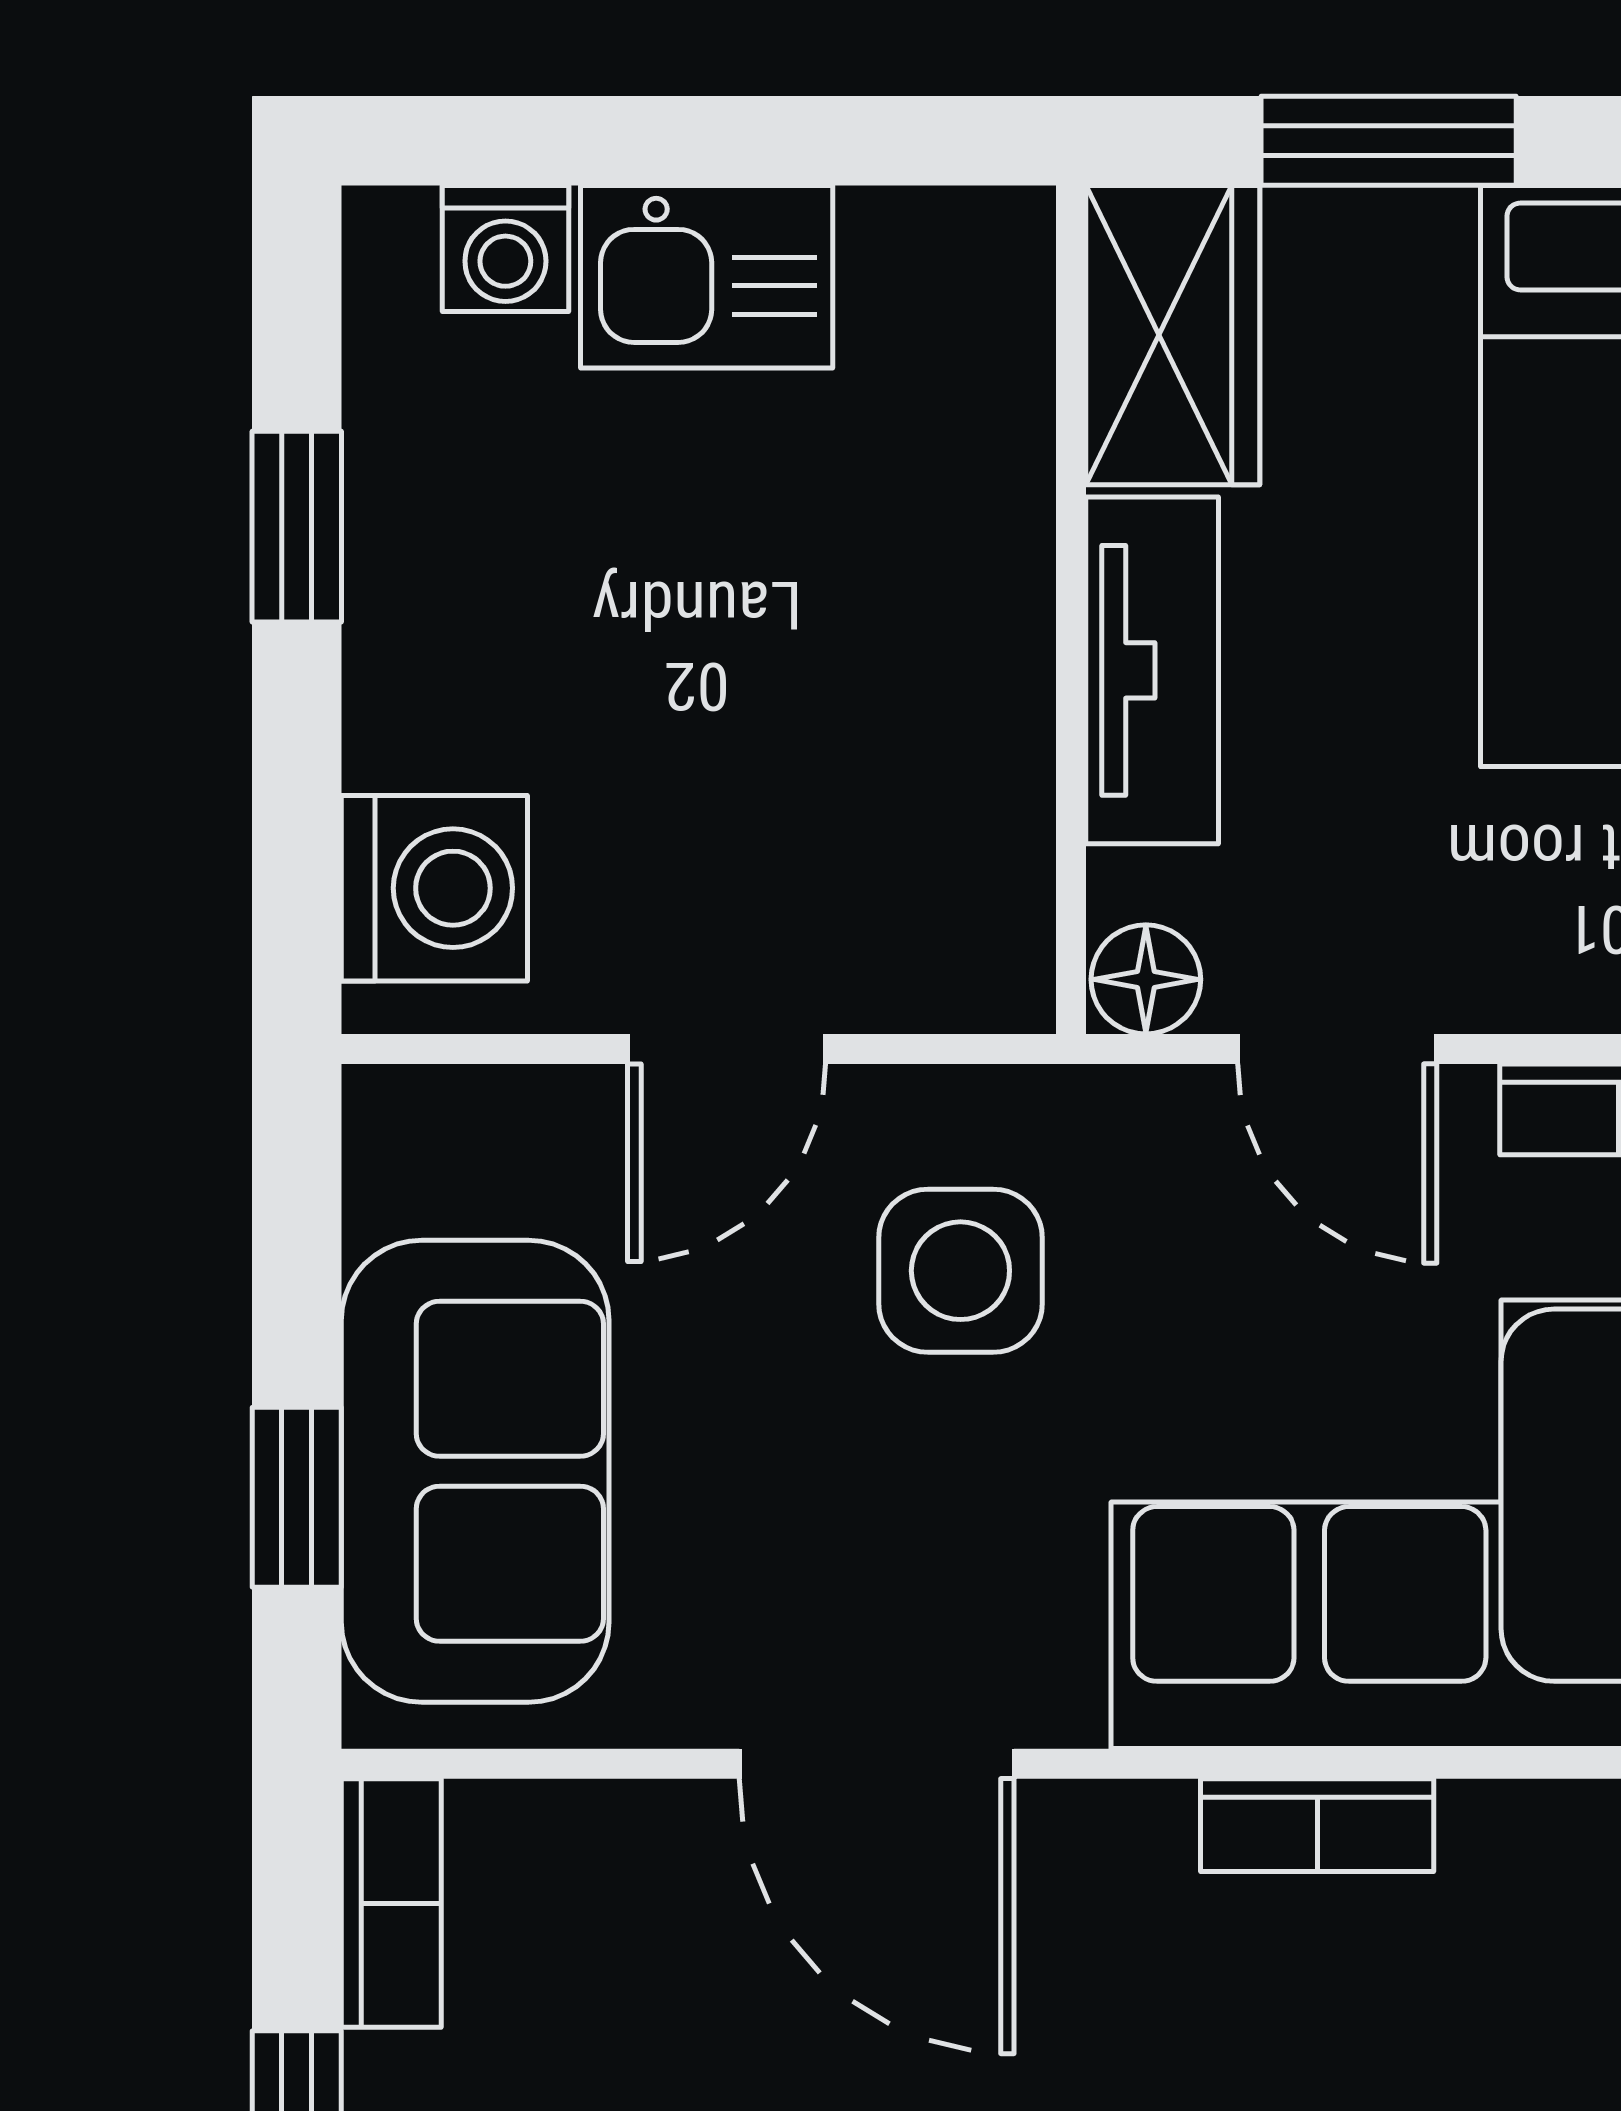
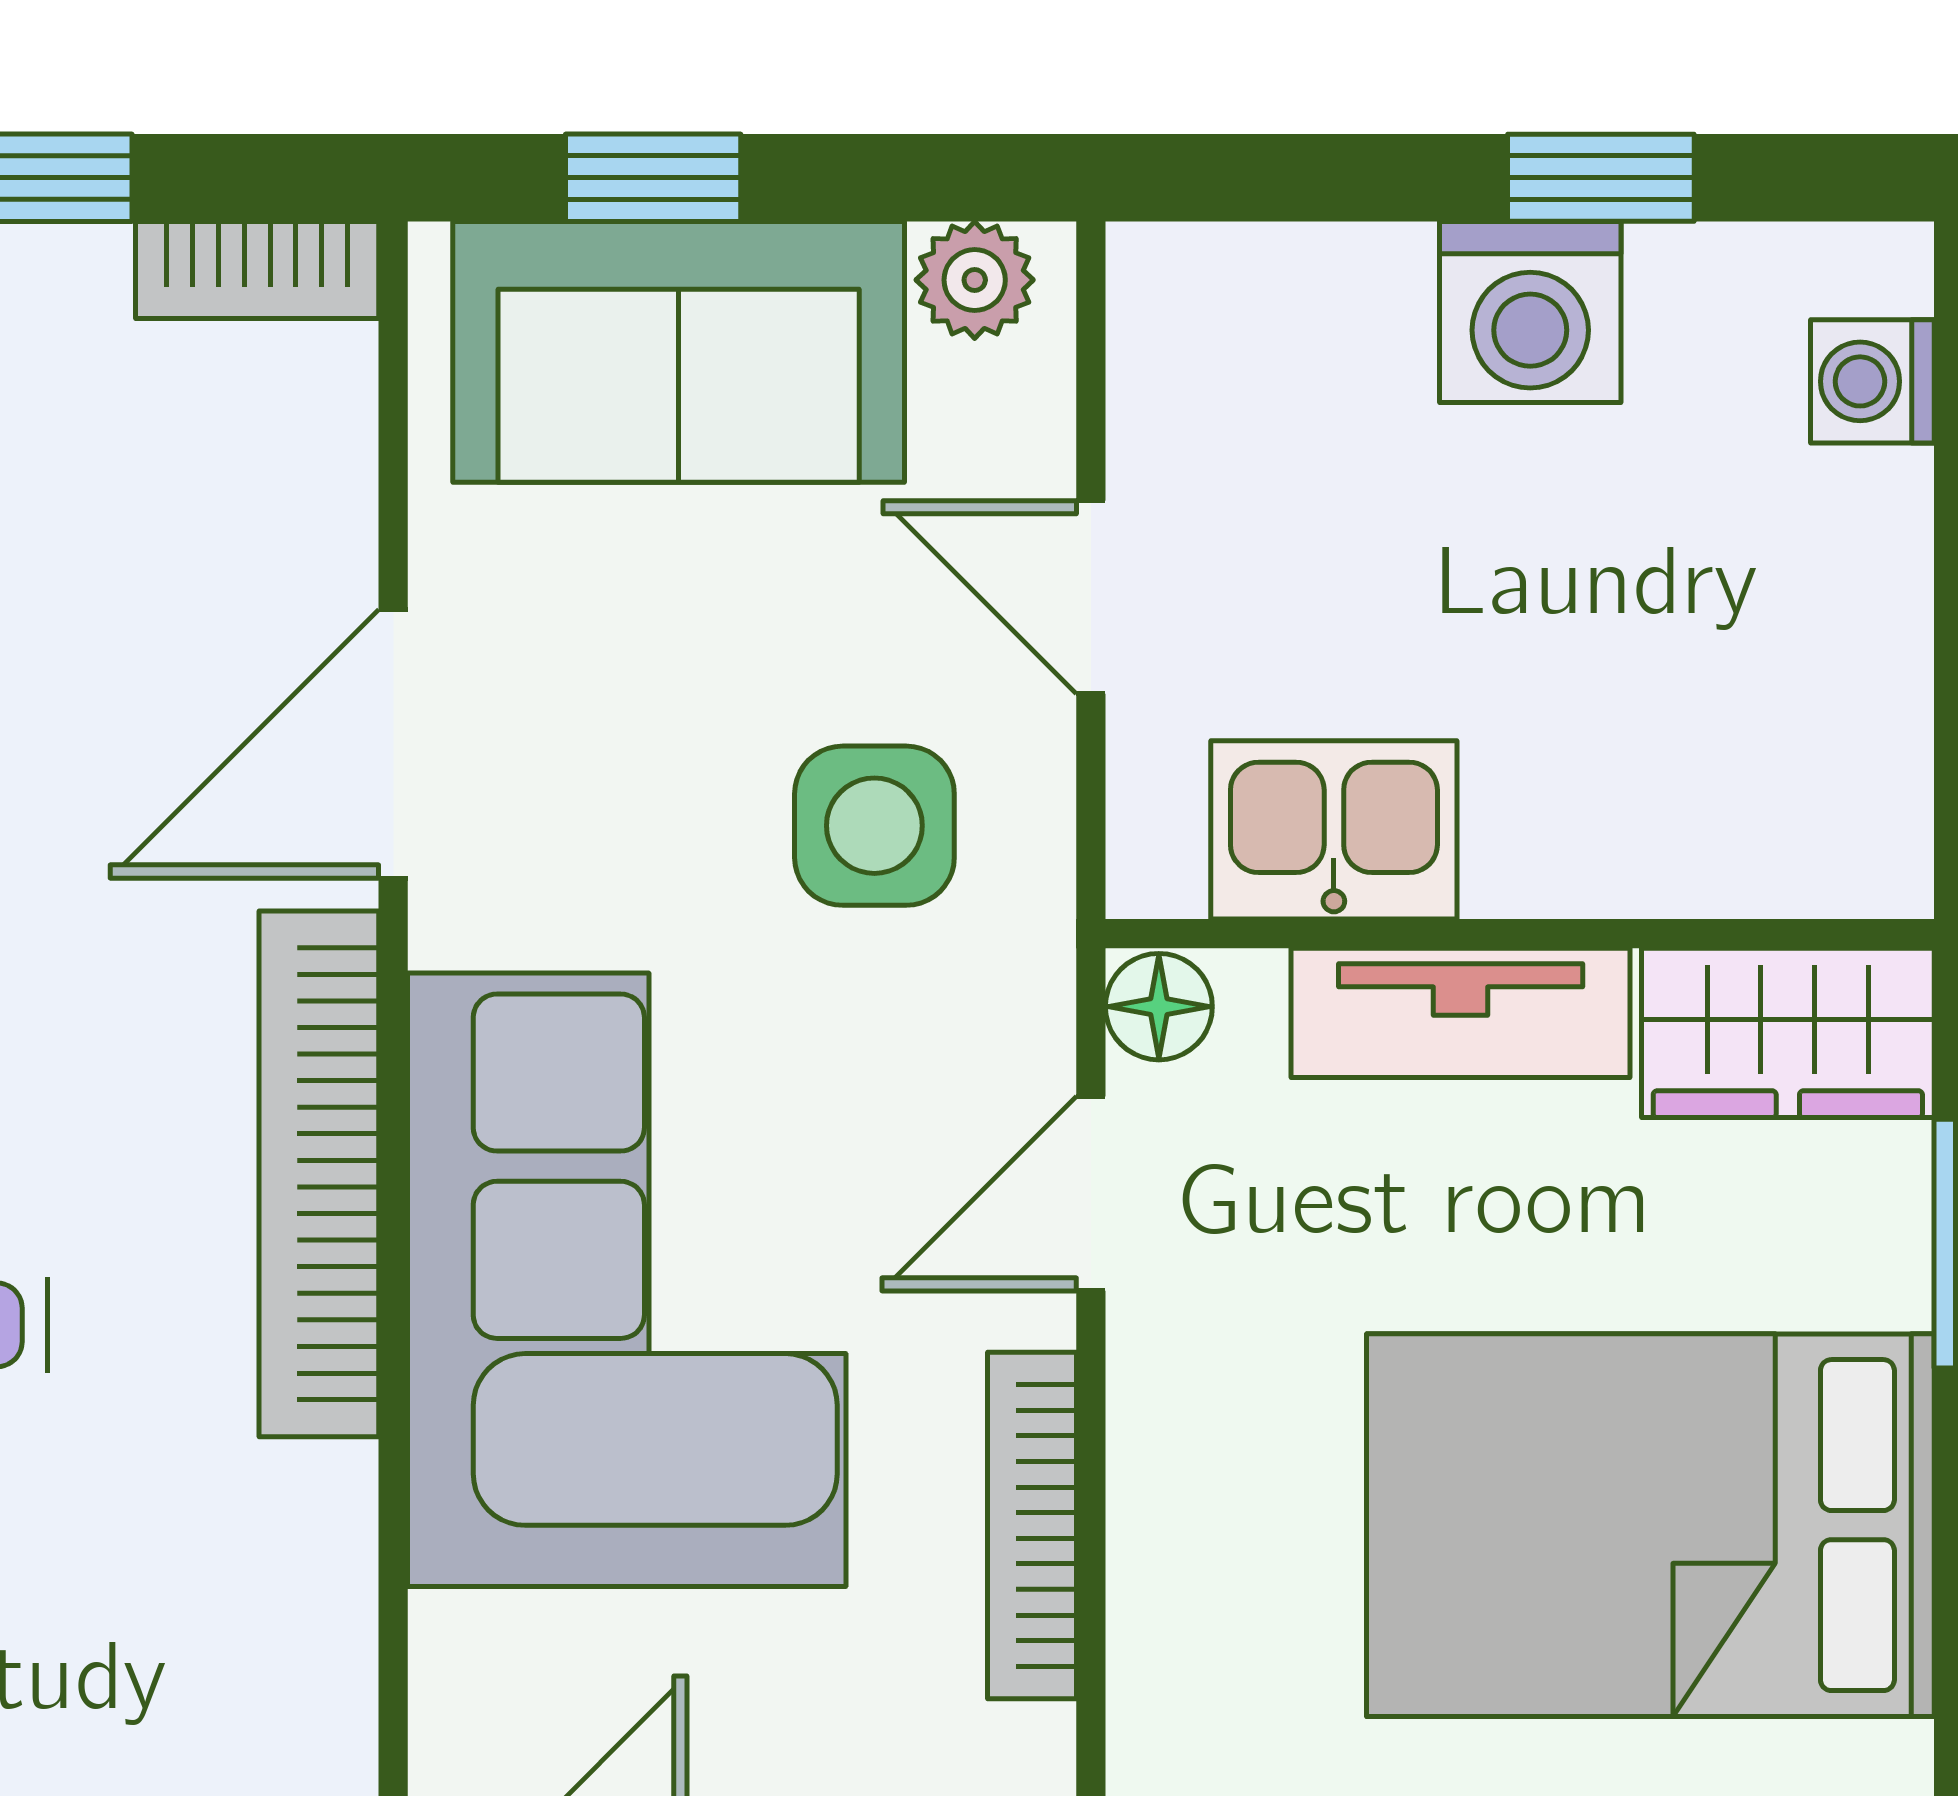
kitchen sink: (707, 277) -> (1334, 830), moved, turned 90
washing machine: (434, 888) -> (1530, 312), moved
plant: (402, 1168) -> (975, 280), added
bookcase: (1317, 1825) -> (319, 1174), width x2.31, depth x1.31

